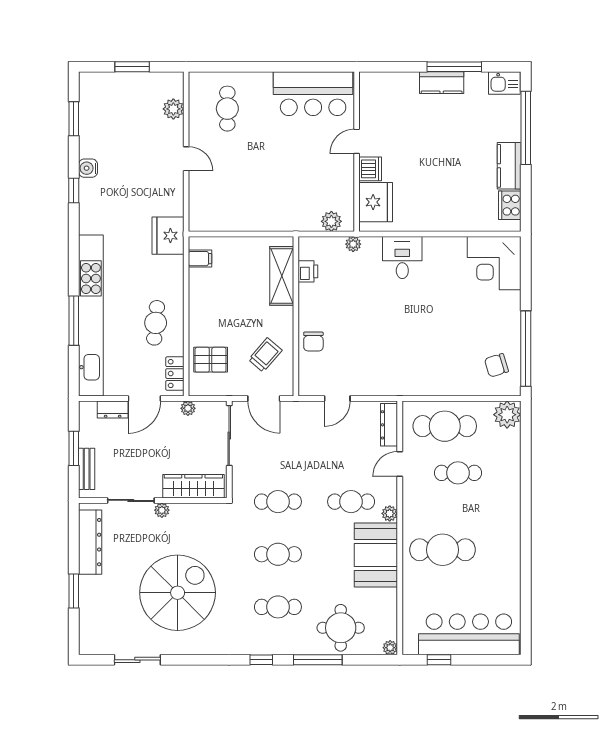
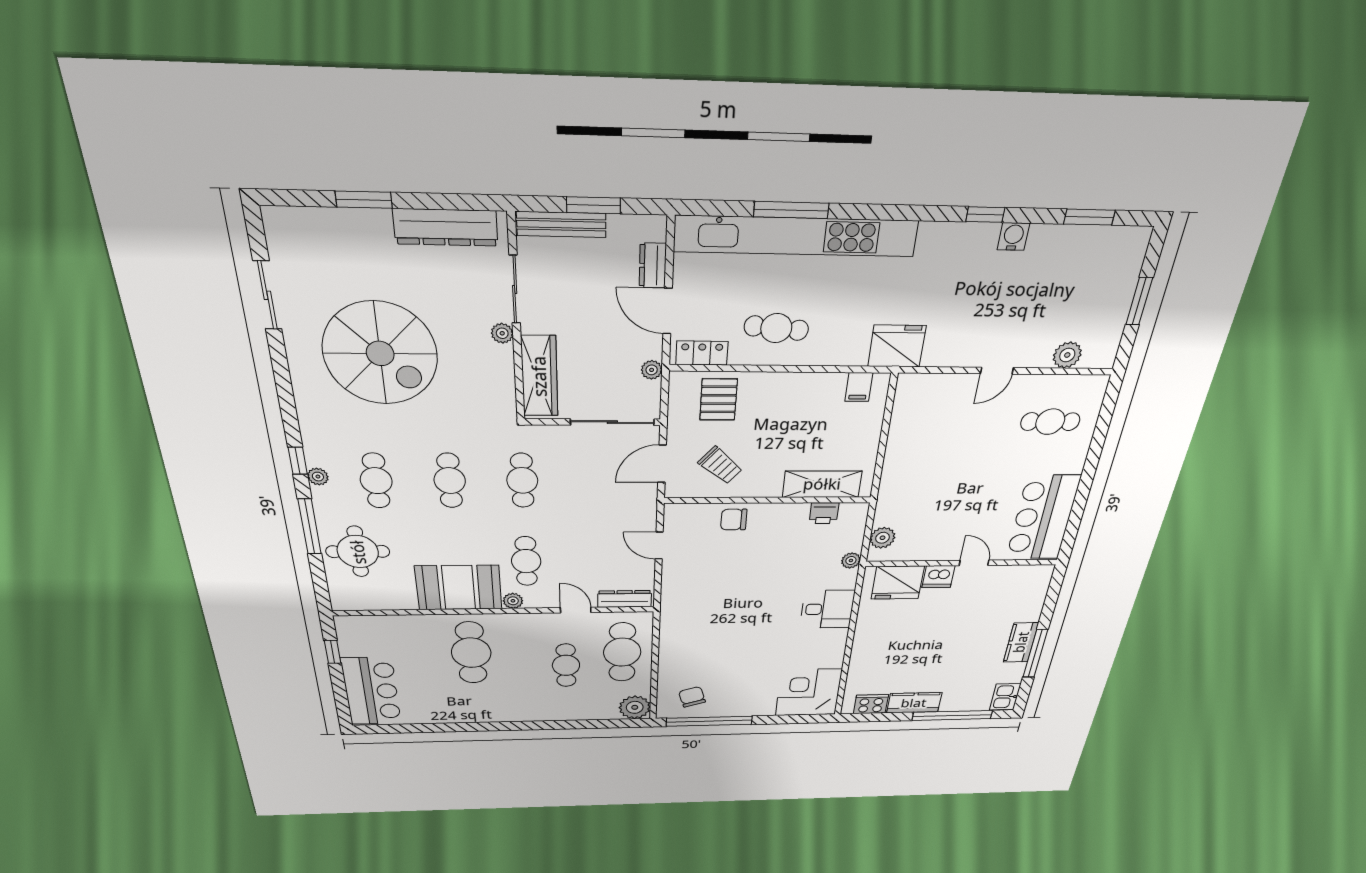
bench: (87, 469) -> (561, 224), width x1.36
bar counter: (469, 634) -> (371, 691), width x0.73
plant: (390, 648) -> (318, 477), moved

